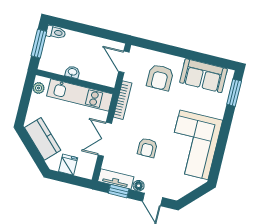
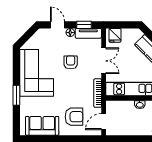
door: (124, 62) -> (104, 122), swing flipped
armchair: (160, 77) -> (74, 117), turned 90
window: (234, 93) -> (16, 95), moved
fridge: (68, 165) -> (115, 35), moved

